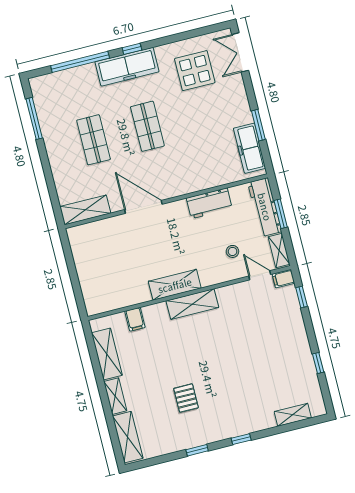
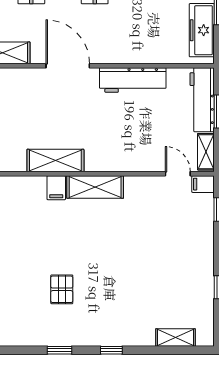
workbench: (209, 203) -> (133, 80), width x1.38
stool: (232, 251) -> (154, 140), removed
shelving: (175, 285) -> (55, 161), moved
filing cabinet: (135, 319) -> (56, 188), moved

